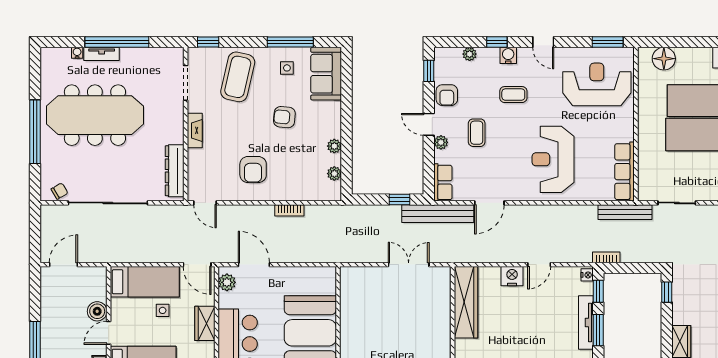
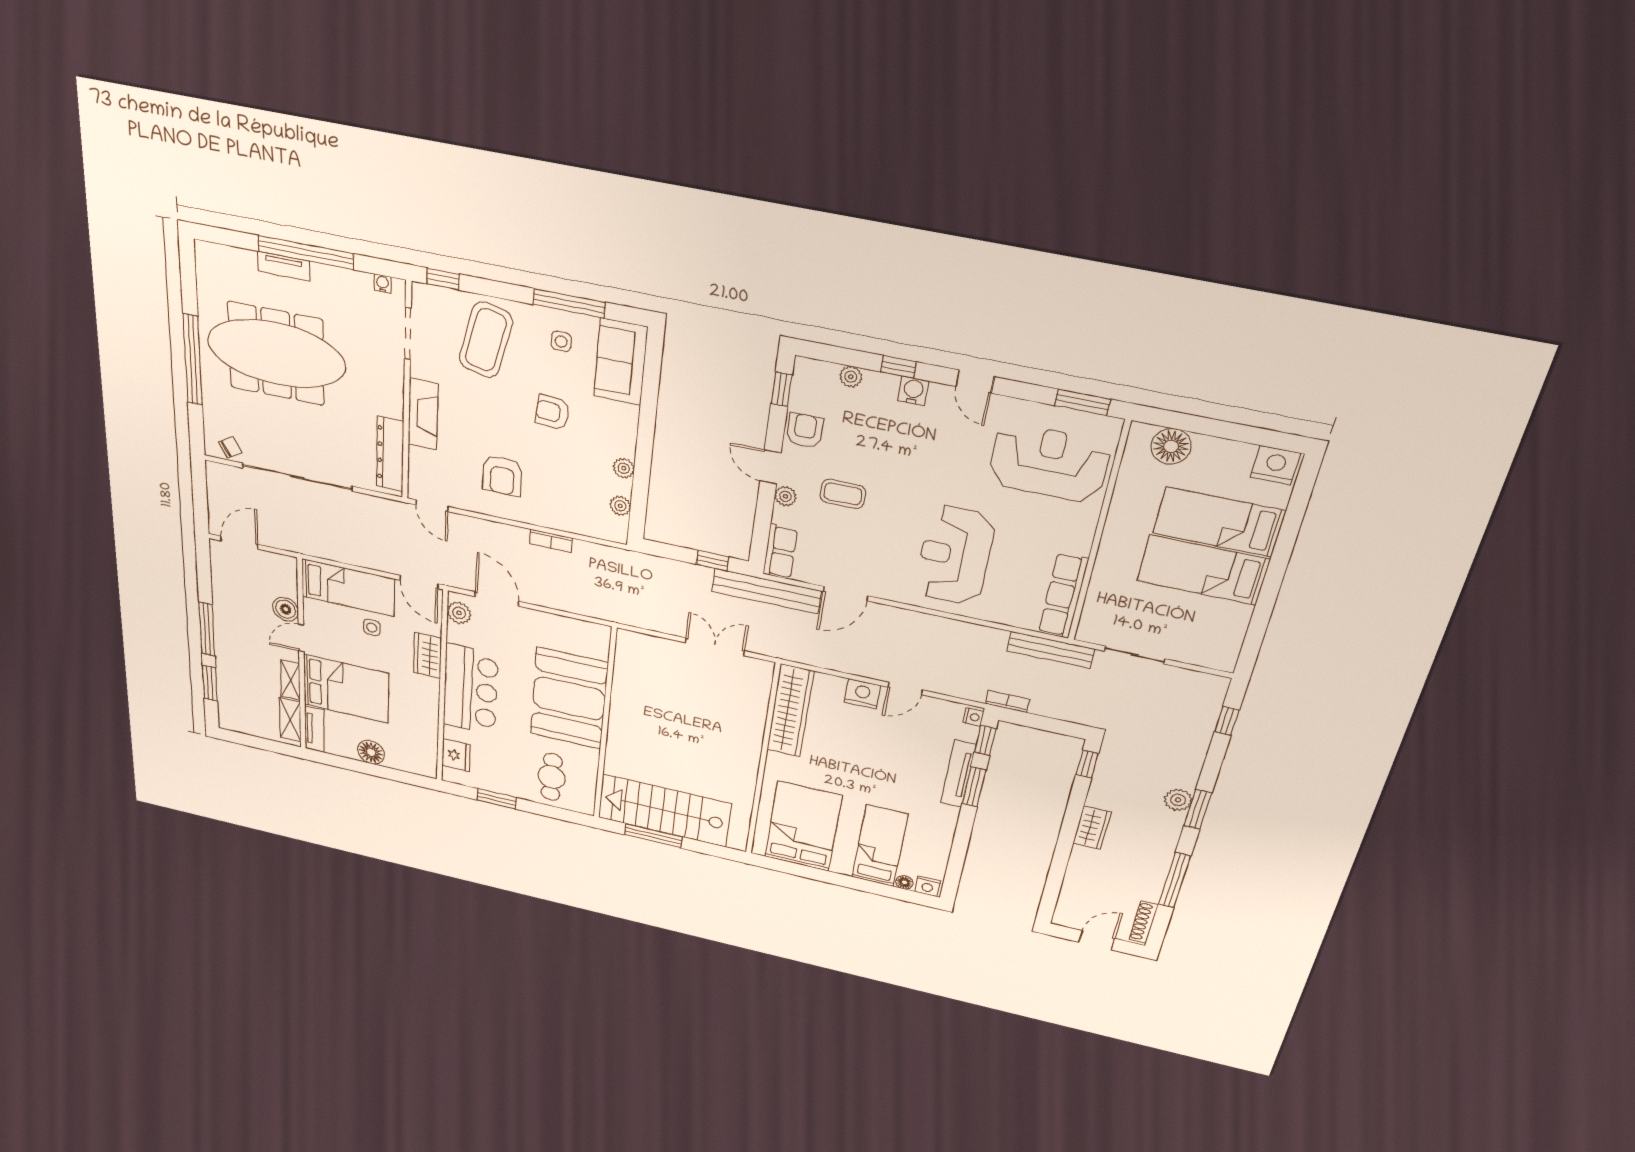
water cooler: (77, 53) -> (383, 284), moved
armchair: (447, 95) -> (805, 431), turned 180
coffee table: (513, 95) -> (910, 451), removed
fireplace: (195, 130) -> (423, 414), width x1.37, depth x1.32
coffee table: (477, 133) -> (843, 494), turned 90

